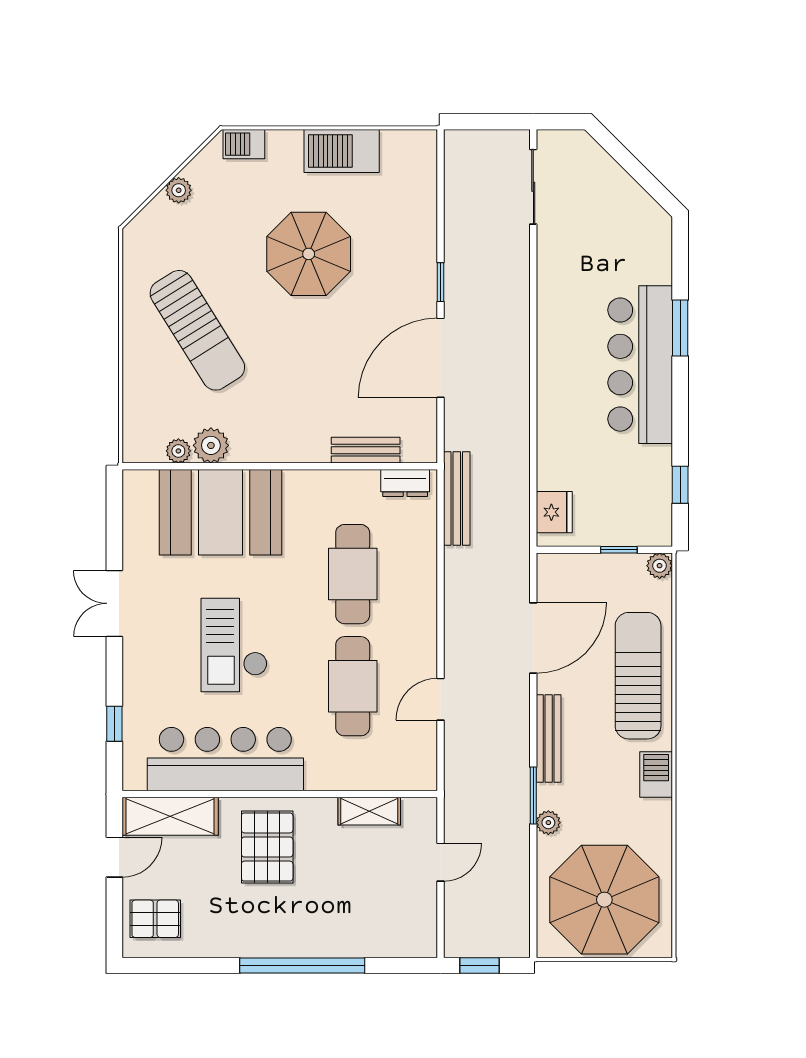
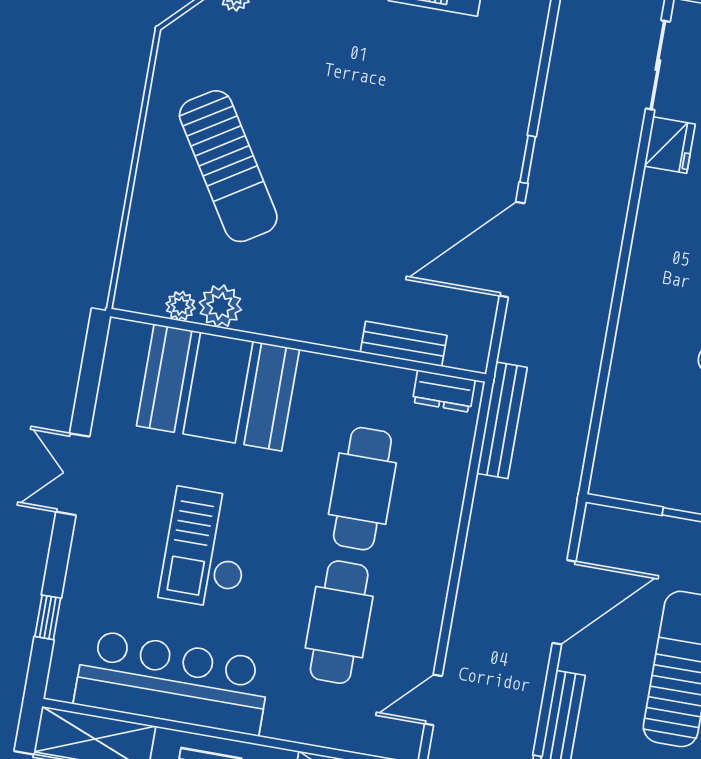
parasol: (309, 254) -> (377, 98), removed
fridge: (554, 512) -> (670, 145), moved
door: (441, 699) -> (433, 700), moved

